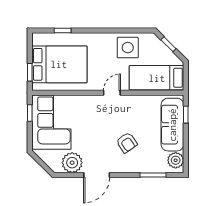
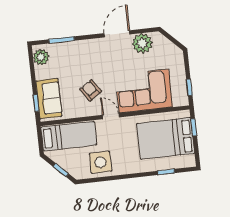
door: (112, 93) -> (111, 116), swing flipped
corner sofa: (51, 122) -> (144, 91), moved, turned 90
sofa: (172, 125) -> (49, 99), width x0.73
armchair: (127, 143) -> (91, 90), moved

